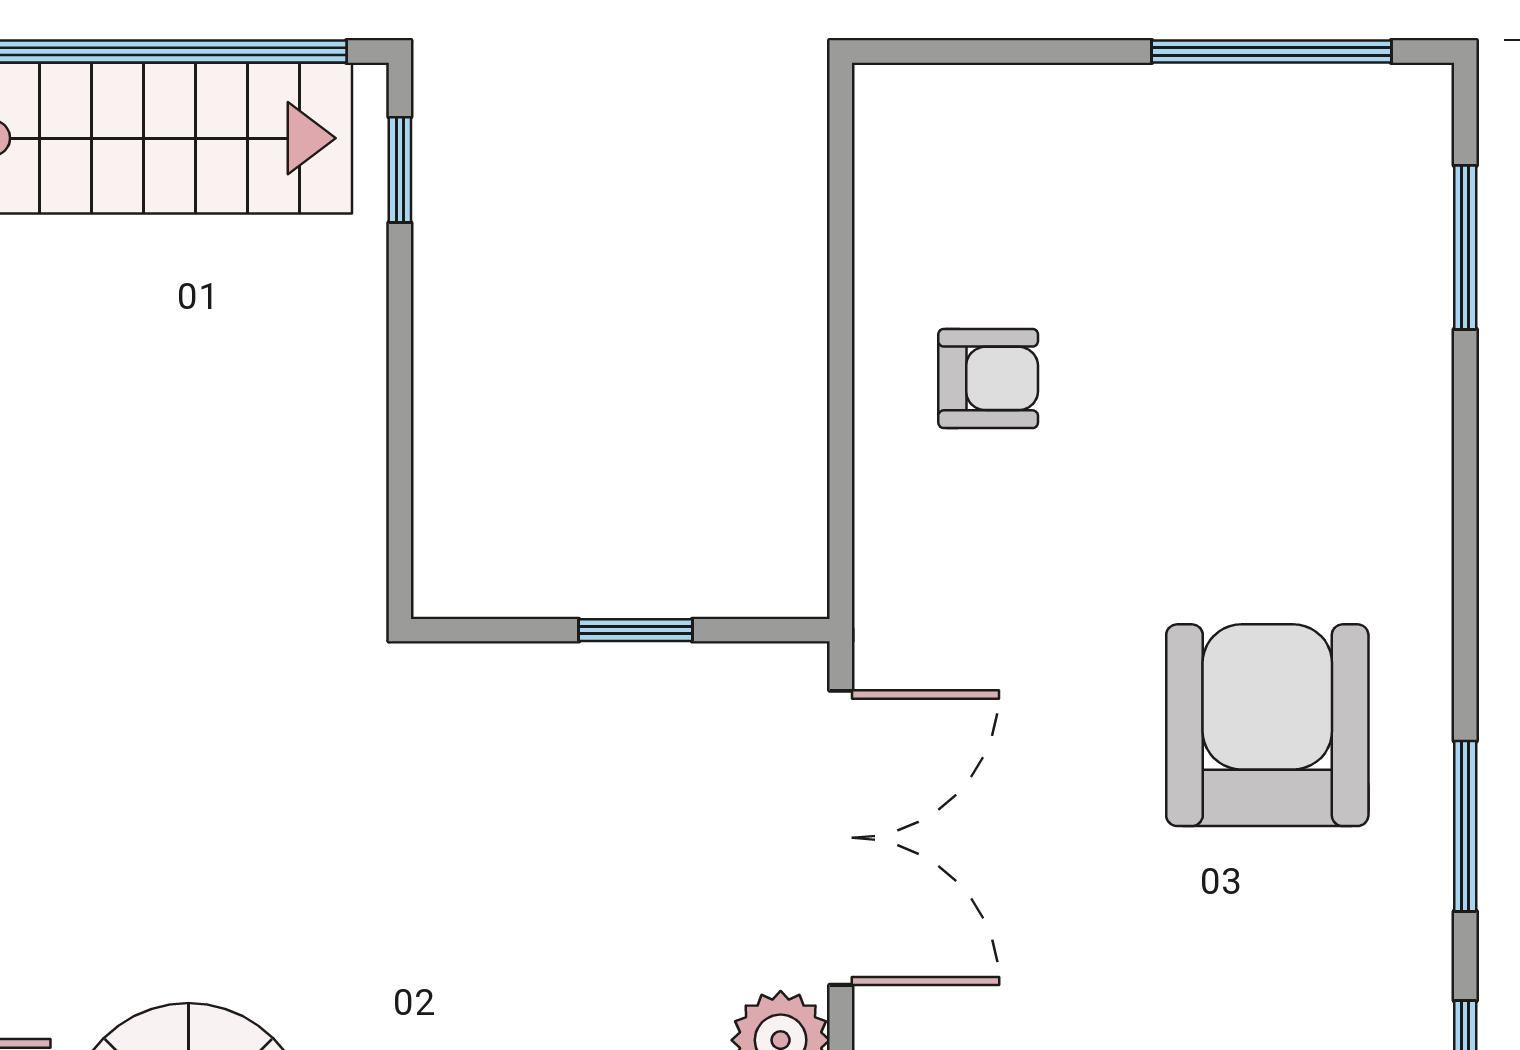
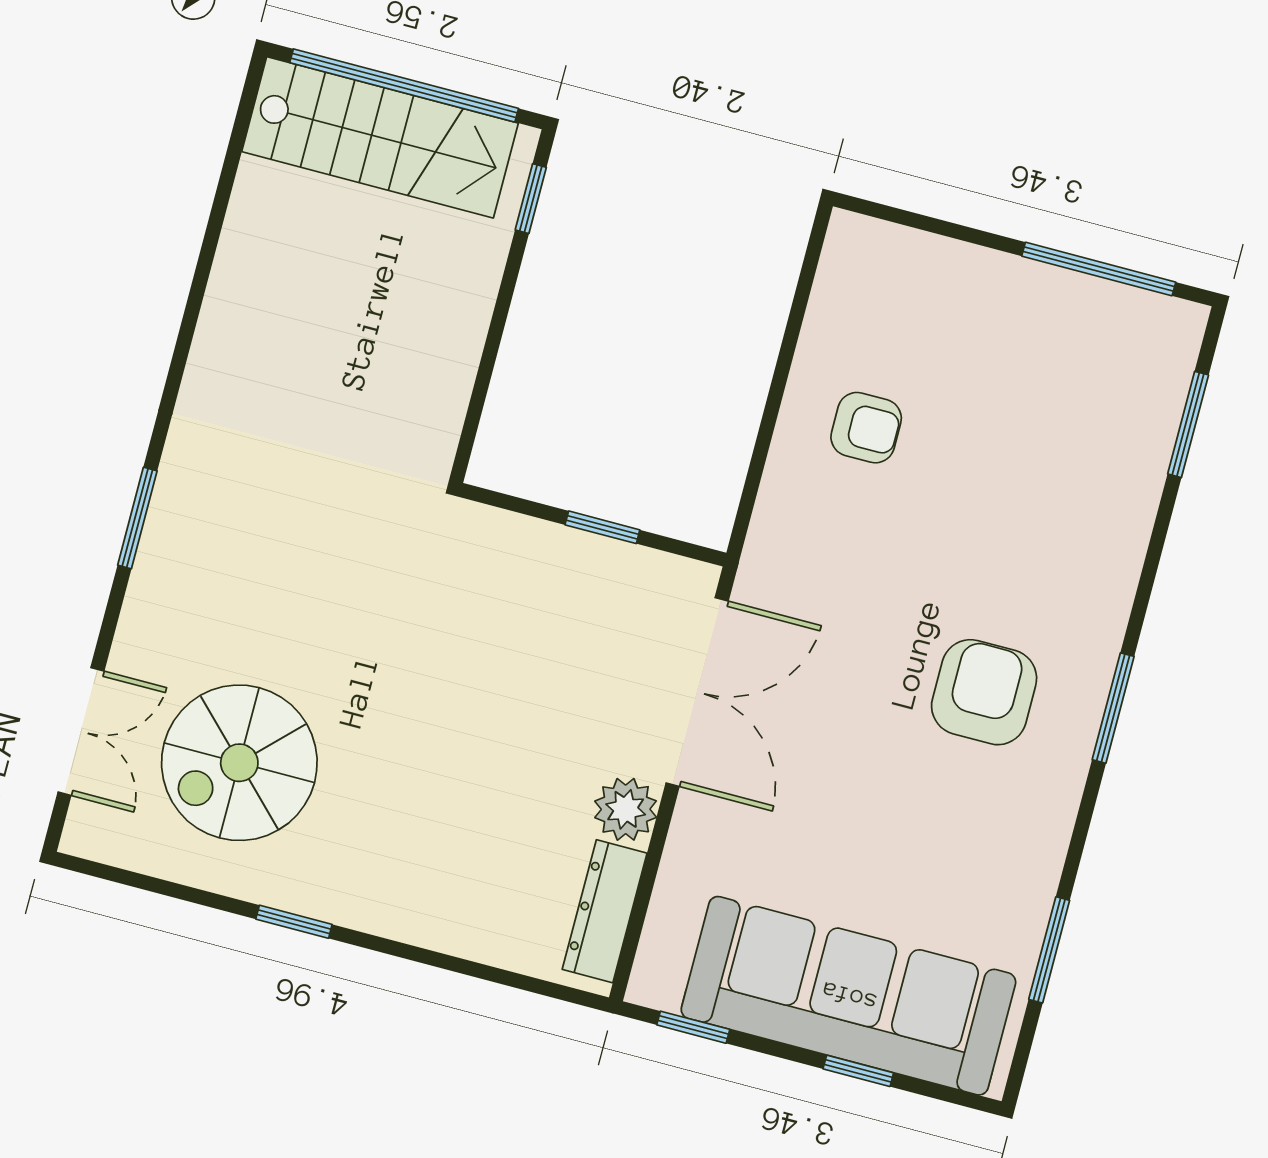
armchair: (1267, 725) -> (984, 692), width x0.73, depth x0.73
window: (1465, 826) -> (1113, 708), moved

